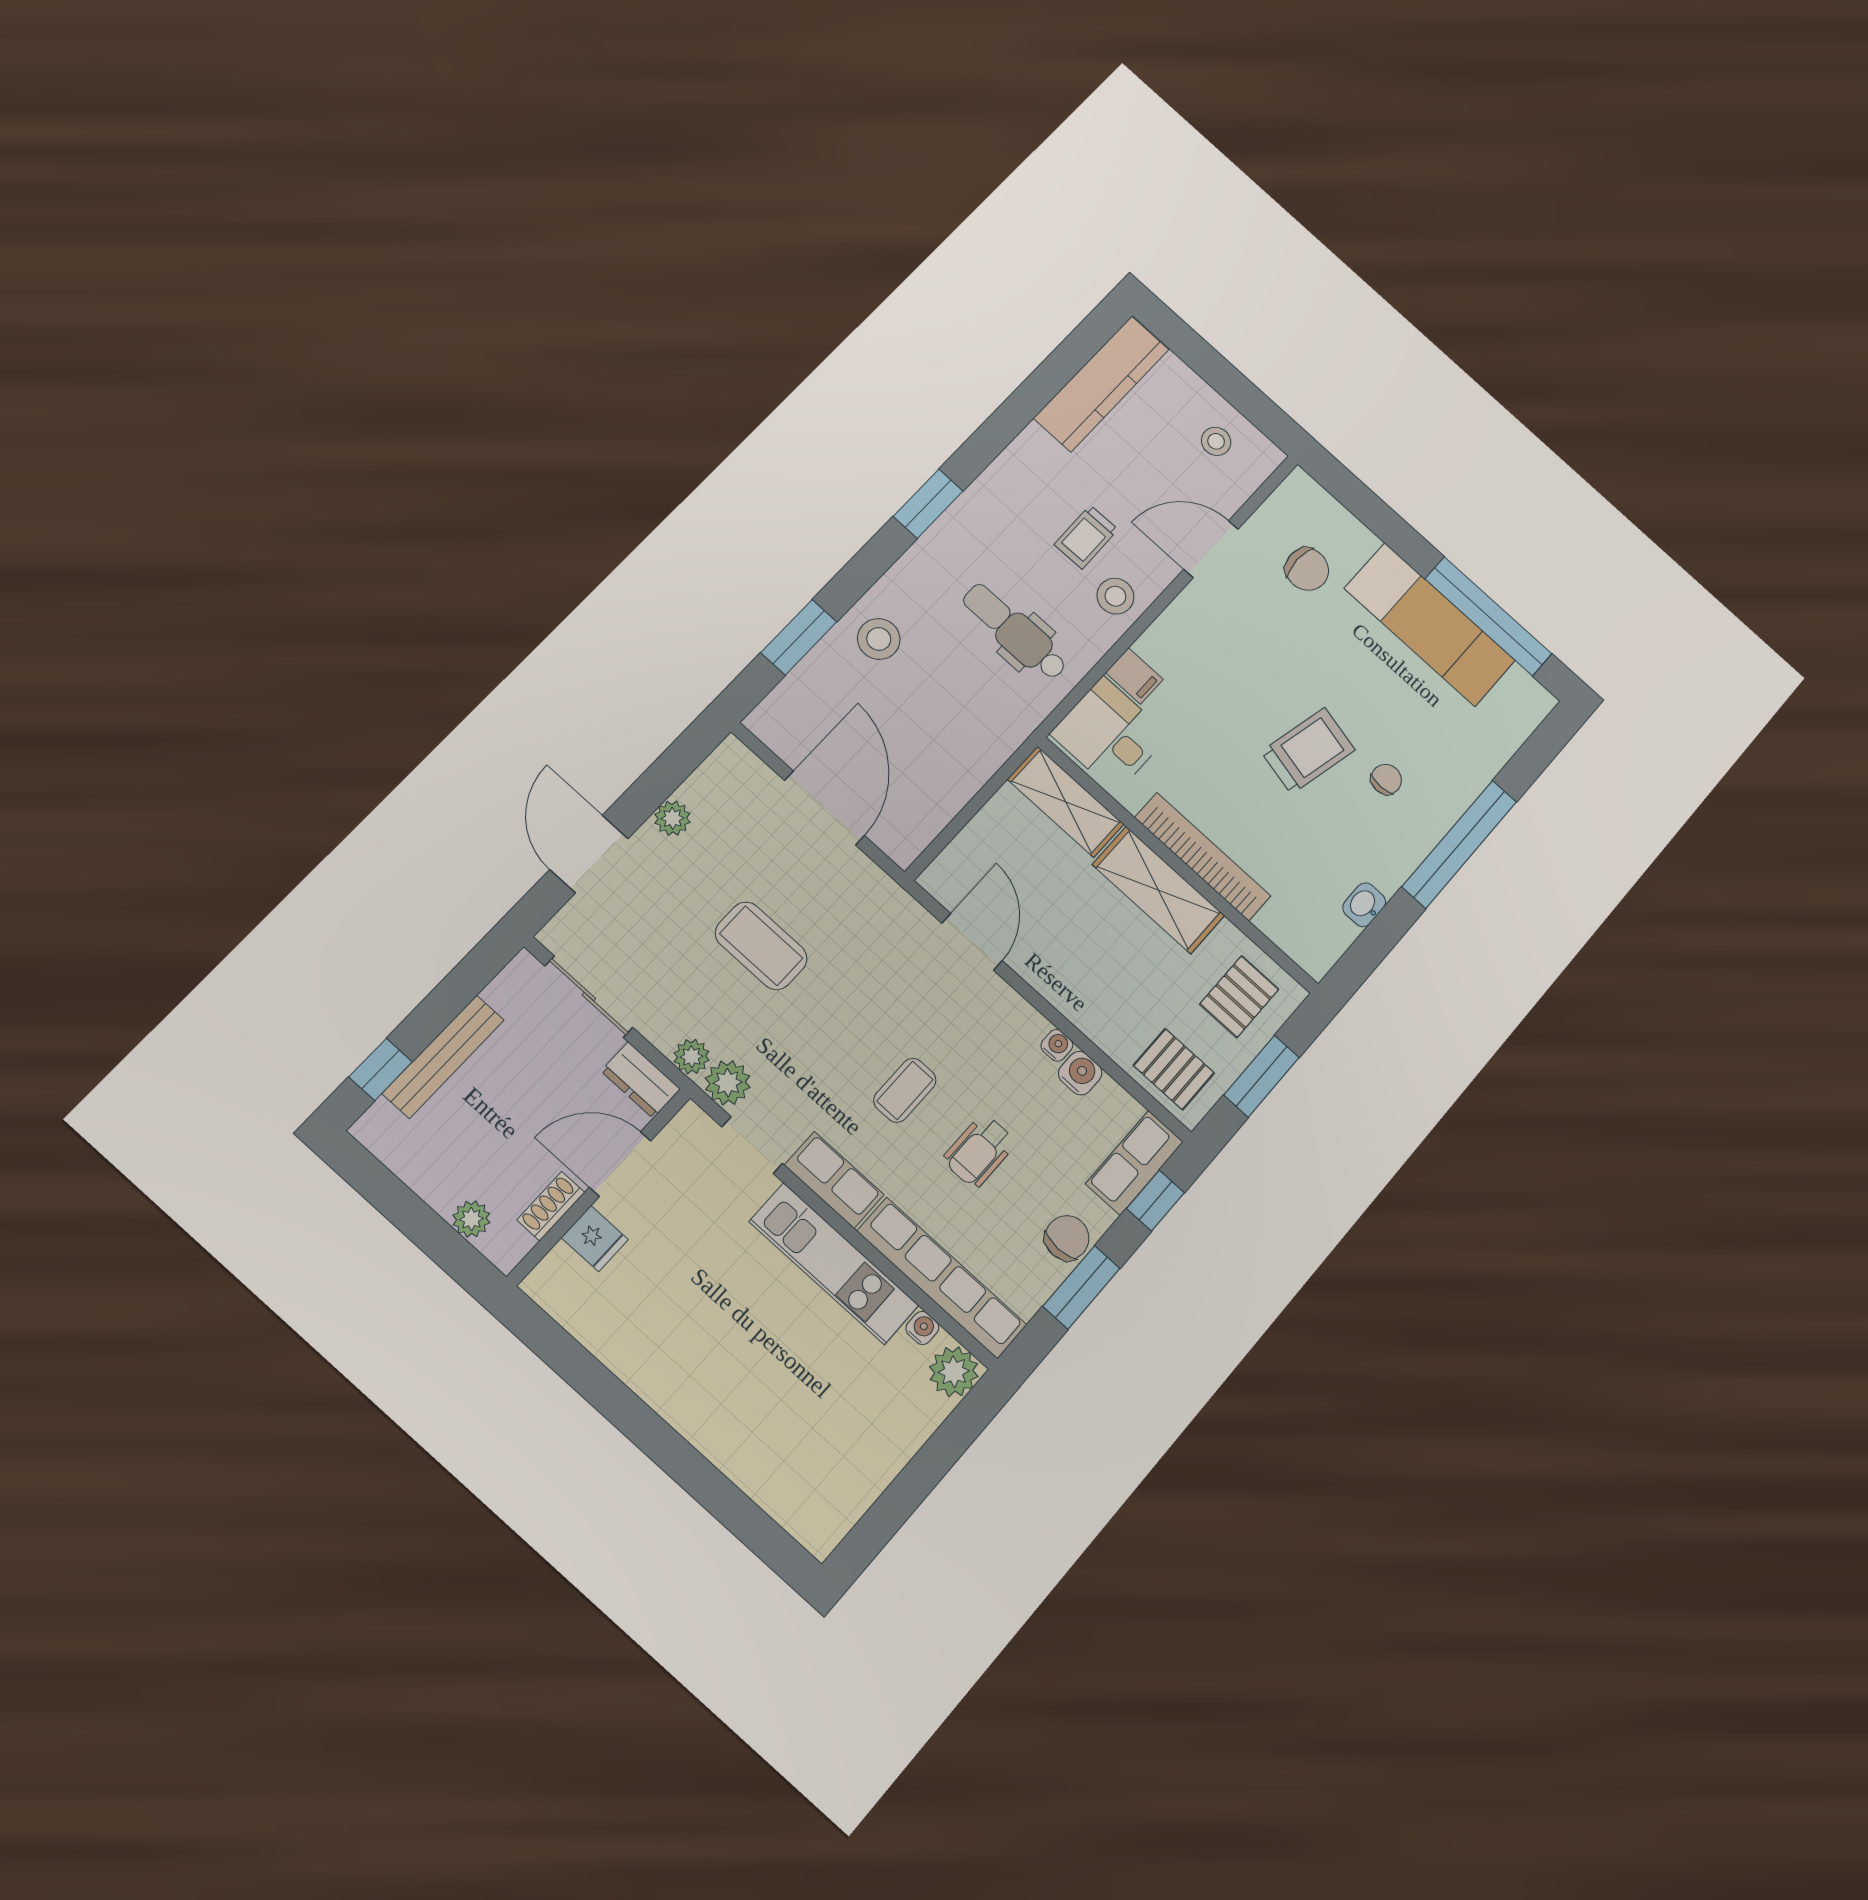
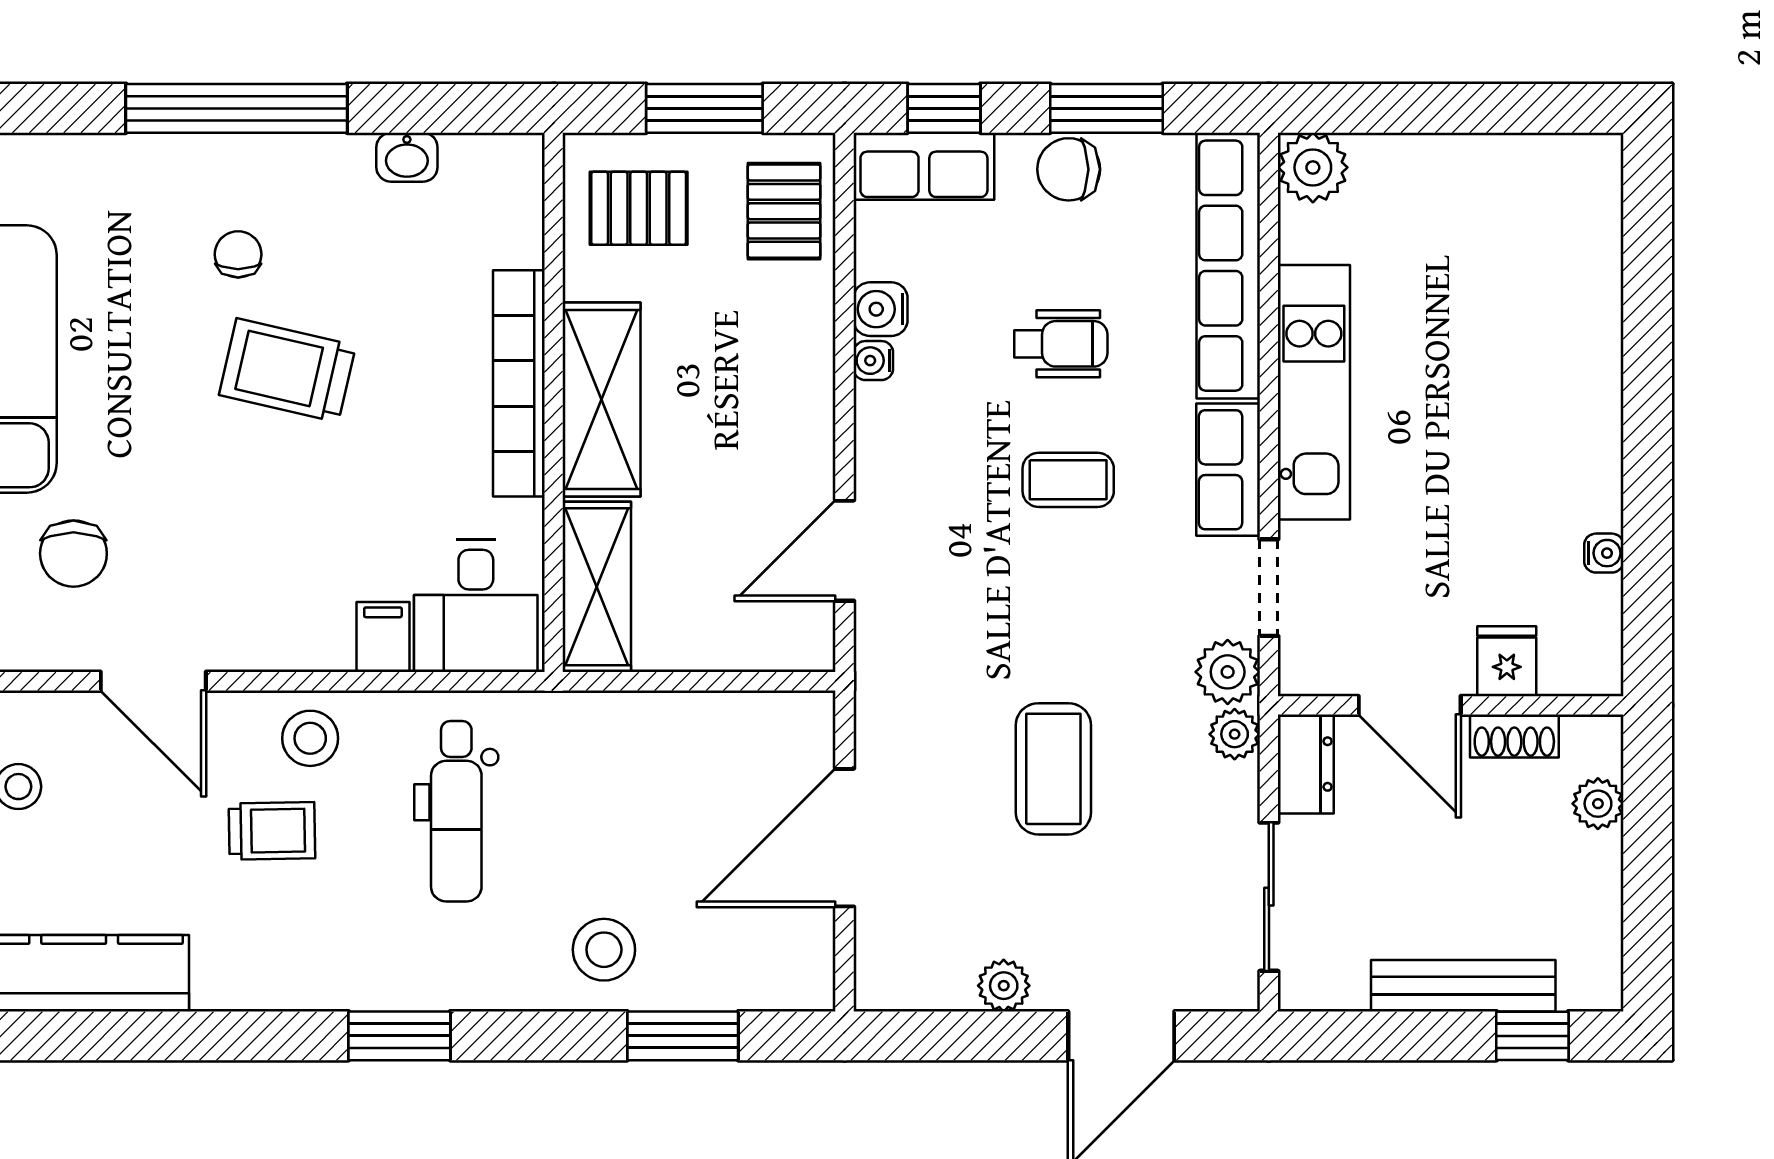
chair: (1307, 569) -> (73, 554), turned 180
chair: (1386, 779) -> (238, 254), turned 90
water cooler: (922, 1328) -> (1604, 553), moved, turned 180

